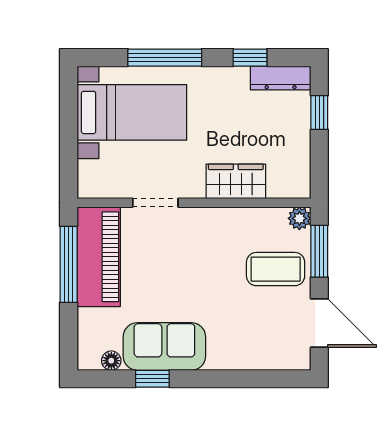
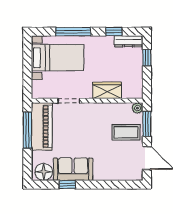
floor lamp: (111, 361) -> (44, 172), width x1.89, depth x1.89

